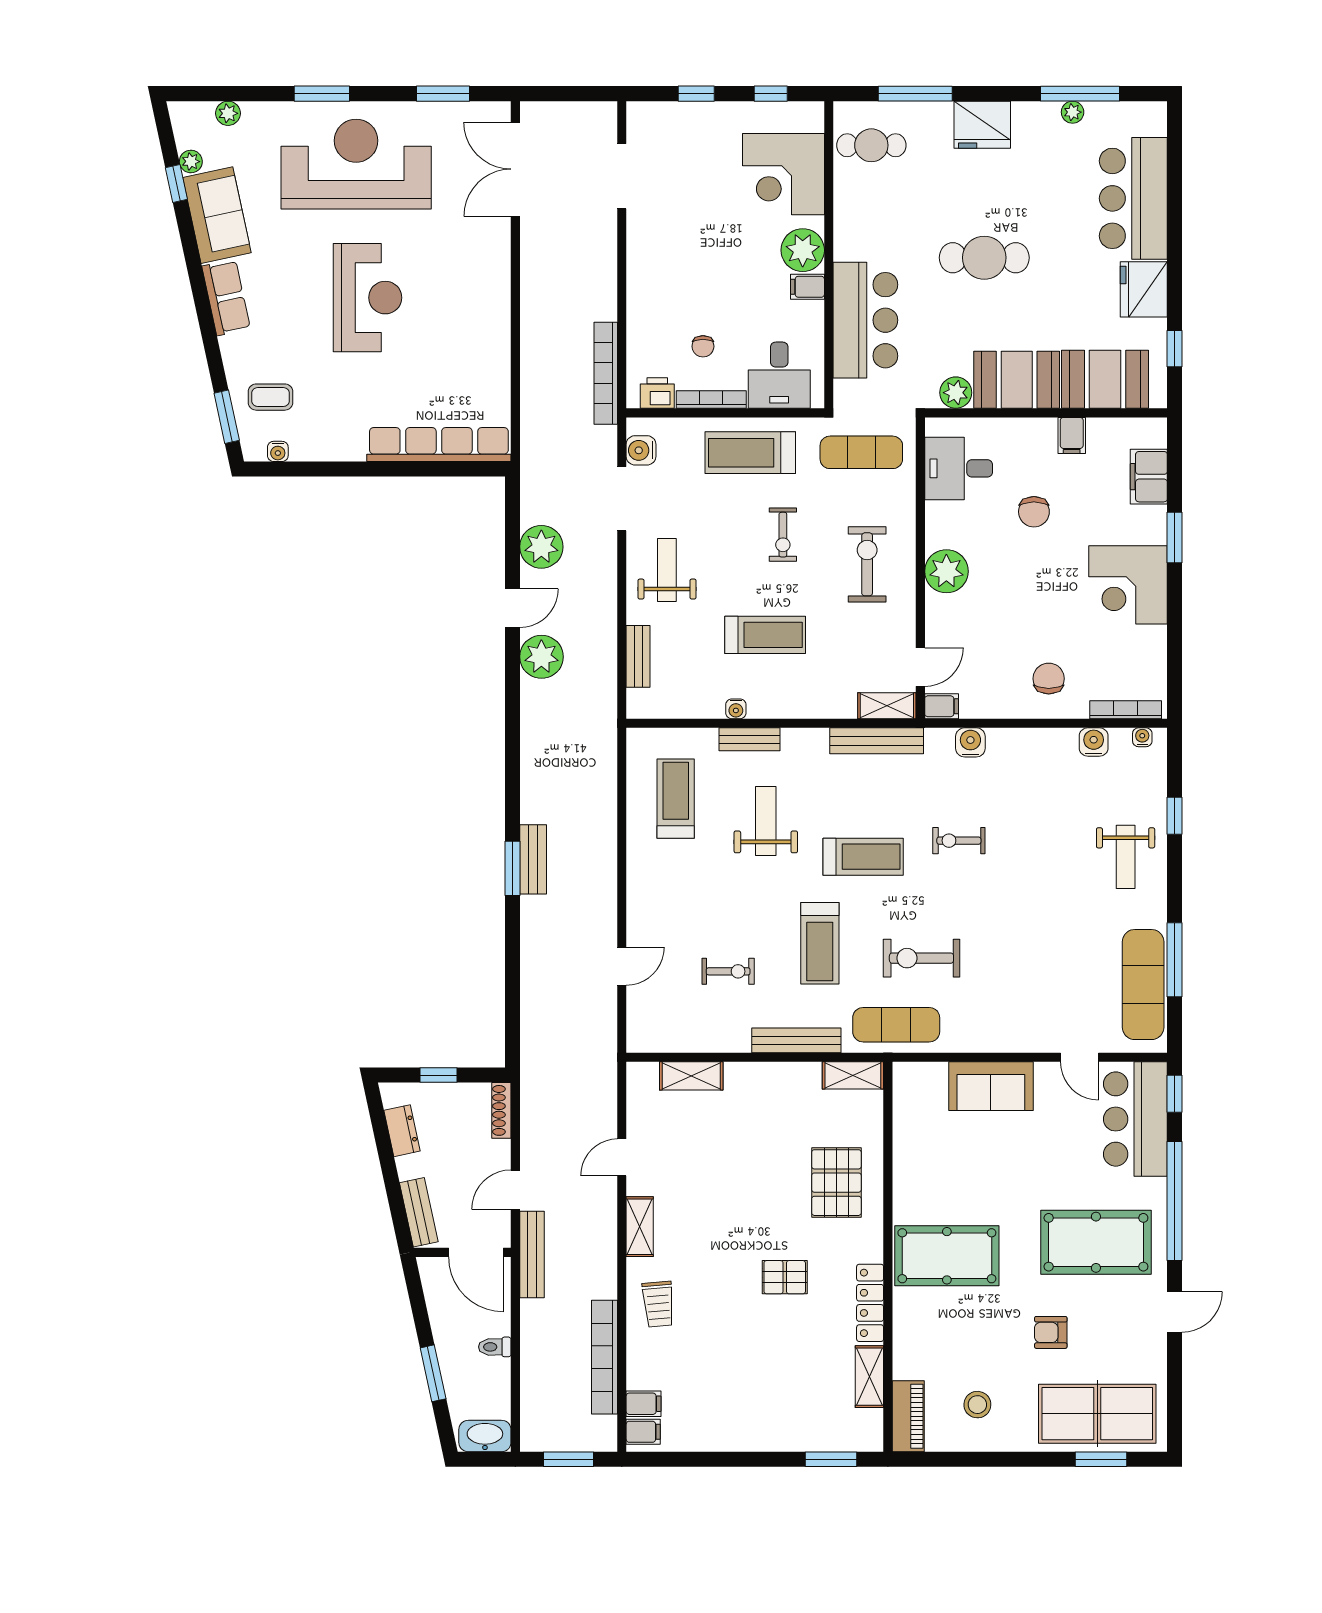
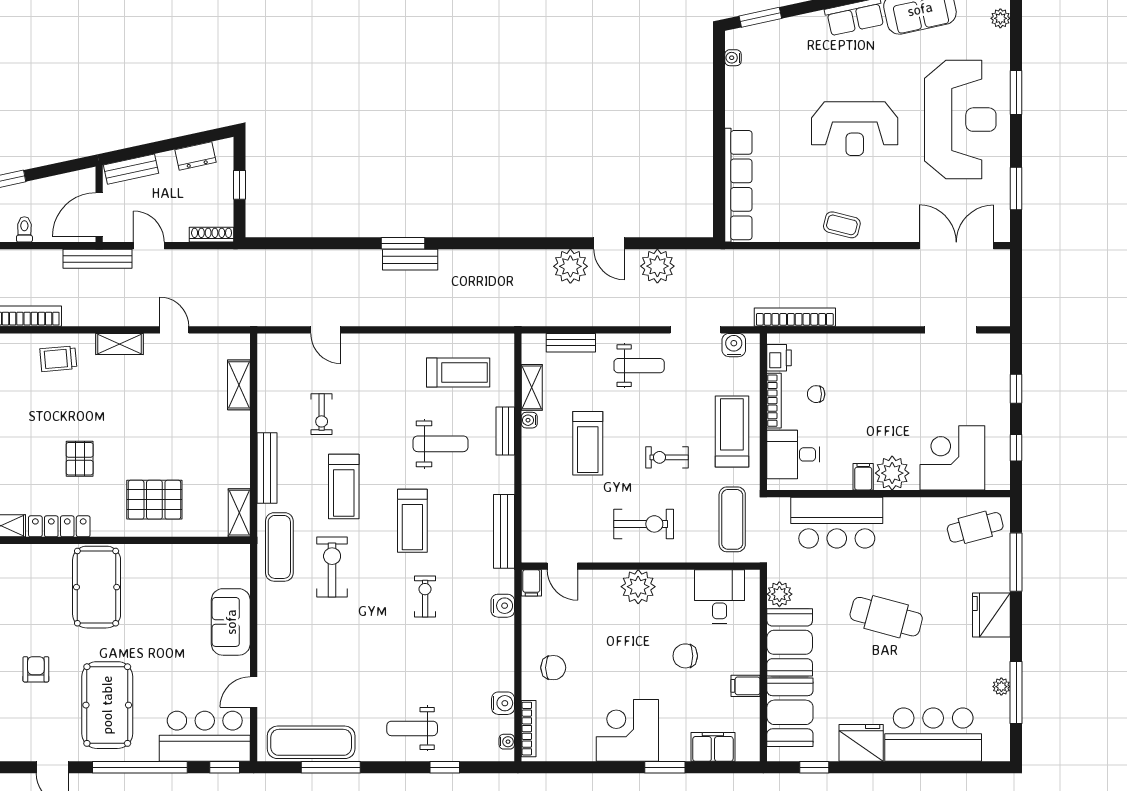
cafe table: (871, 145) -> (975, 527), turned 75
cafe table: (984, 258) -> (886, 617), turned -75
coffee table: (271, 397) -> (842, 225), moved, turned -76
shelving: (887, 706) -> (532, 387), moved
treadmill: (820, 943) -> (344, 487), turned -90

